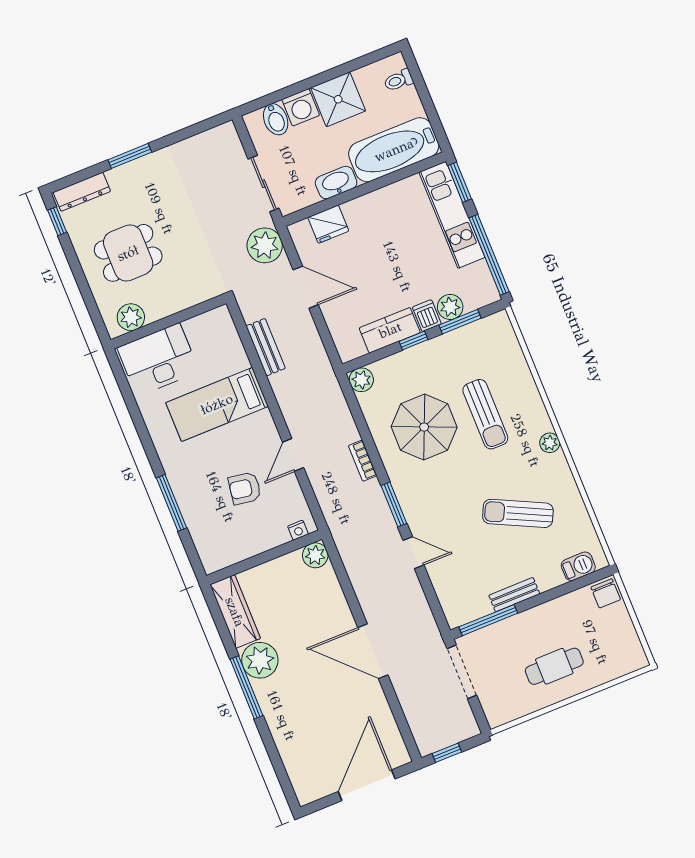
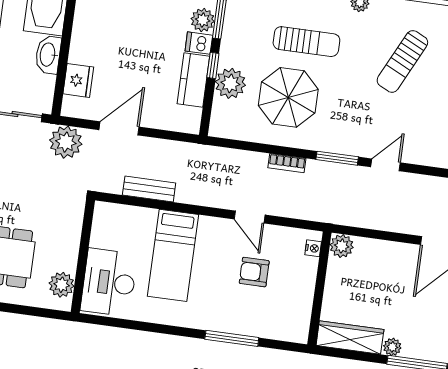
plant: (361, 380) -> (230, 83), moved, width x1.36, depth x1.36
armchair: (245, 488) -> (254, 272), turned 81
plant: (260, 660) -> (392, 347), width x0.53, depth x0.53

